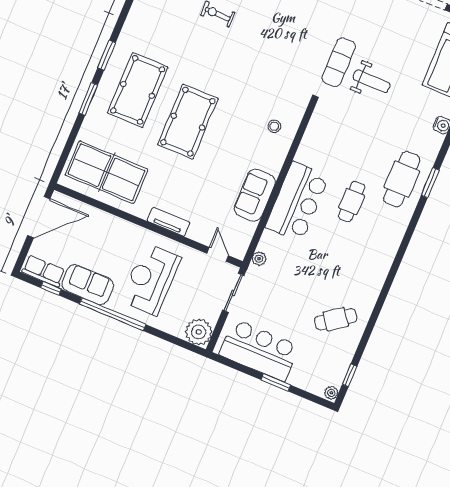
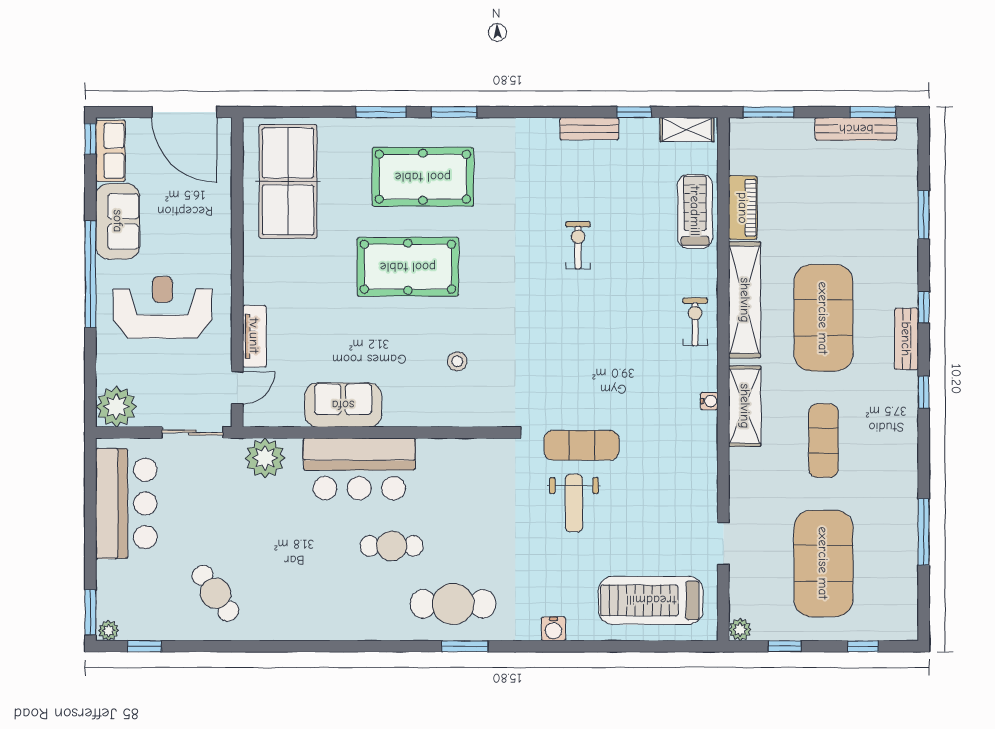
stool: (274, 126) -> (457, 361), moved
tv unit: (169, 222) -> (254, 336), moved
plant: (259, 259) -> (265, 458), width x1.88, depth x1.88
window: (51, 288) -> (90, 139), moved
window: (276, 382) -> (90, 612), moved

